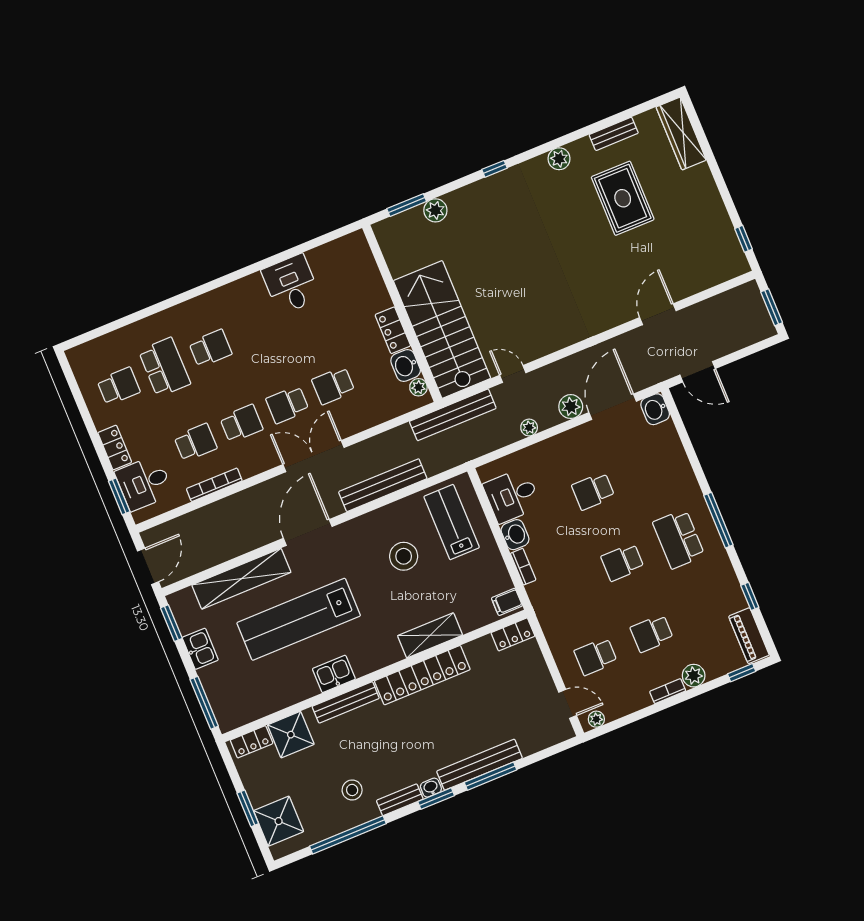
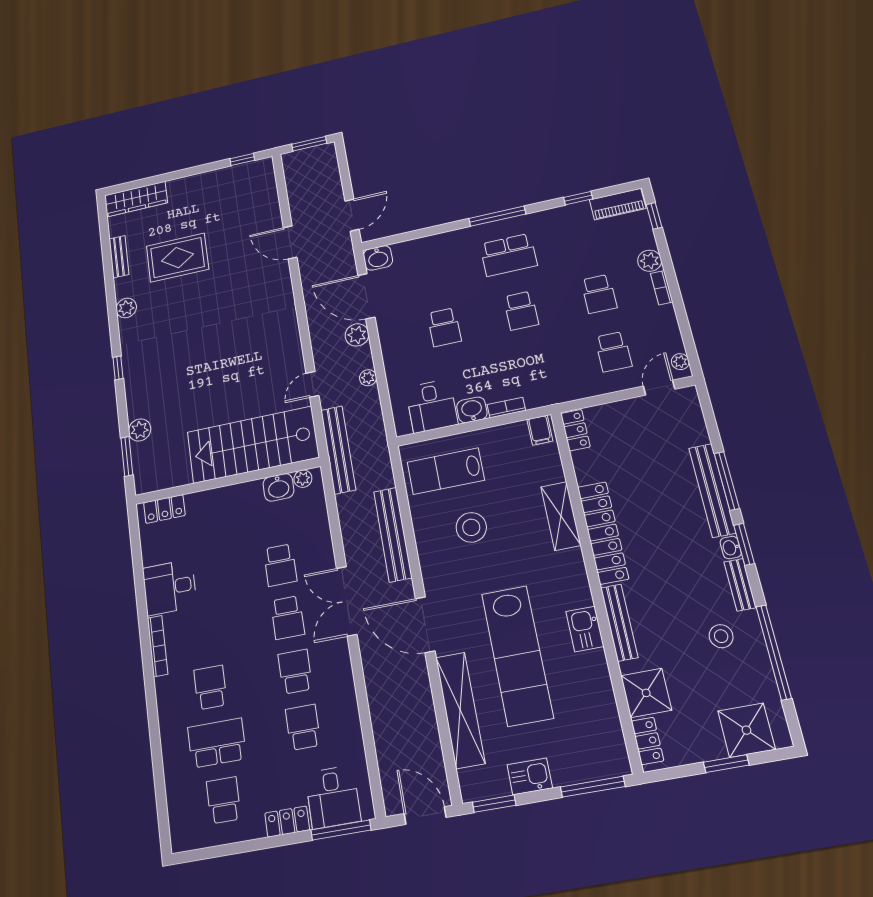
locker: (393, 330) -> (164, 509), moved
bookcase: (214, 485) -> (158, 646), moved, turned 180
window: (119, 496) -> (341, 830), width x1.44

